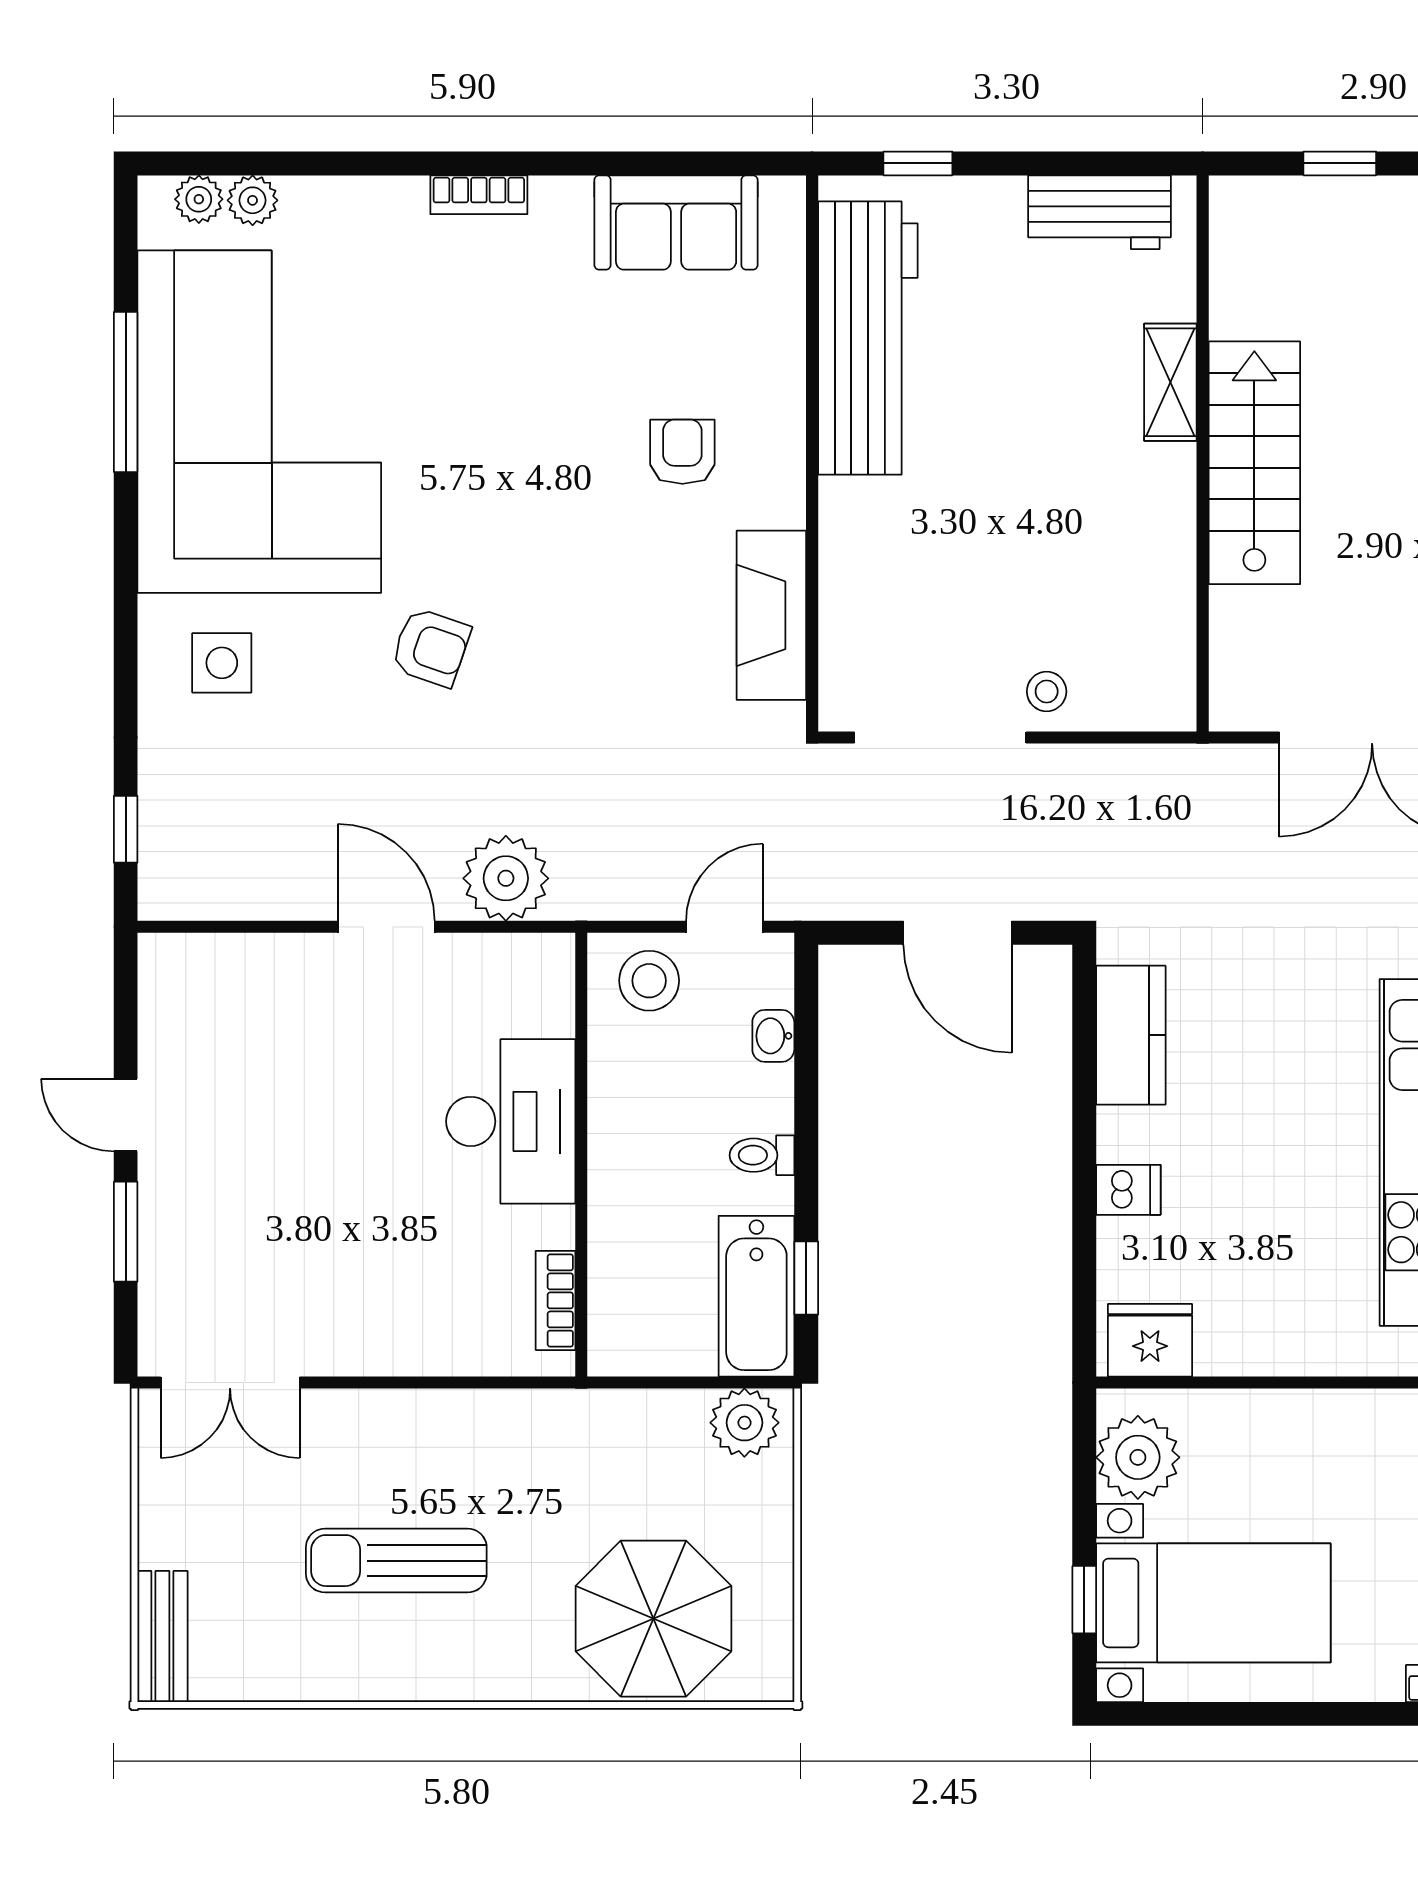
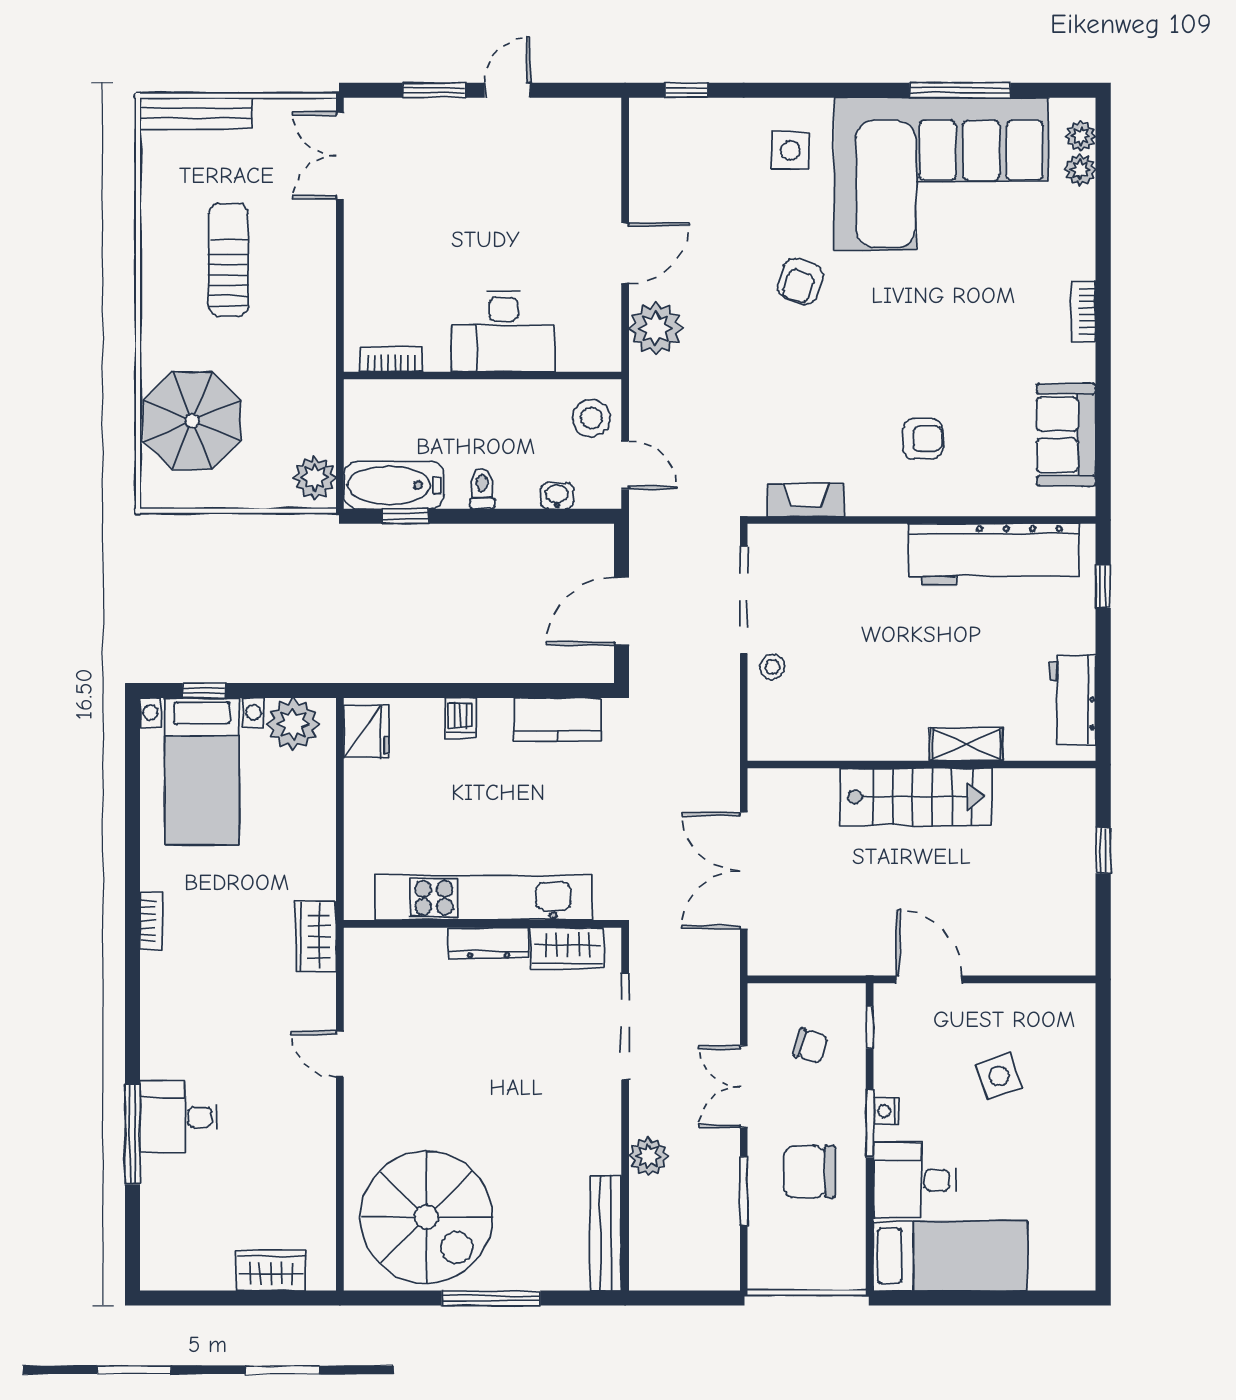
fireplace: (771, 615) -> (806, 500), width x0.73, depth x0.76
bench: (162, 1637) -> (196, 113), width x1.36

